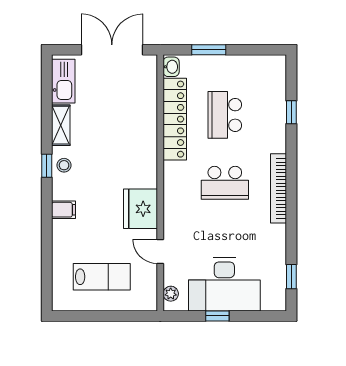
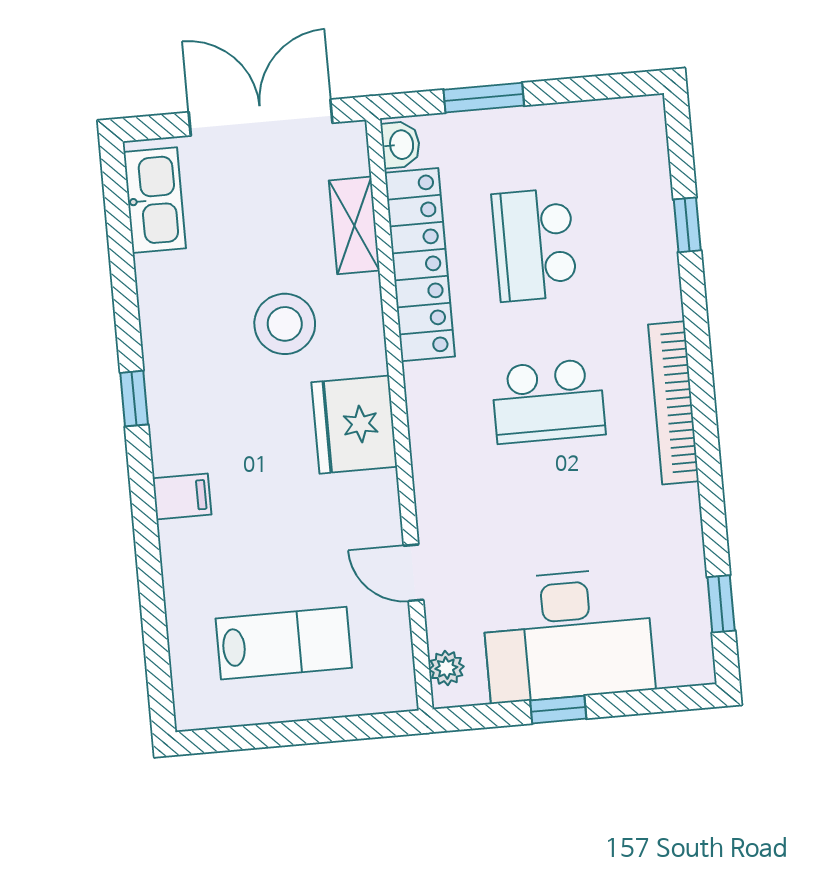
shelving: (61, 125) -> (354, 225), moved
stool: (64, 165) -> (285, 324), moved, width x1.89, depth x1.89
fridge: (140, 209) -> (354, 425), moved

